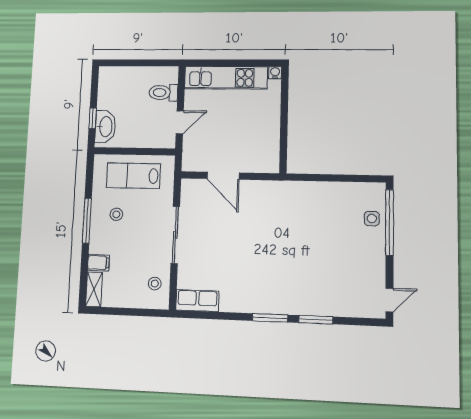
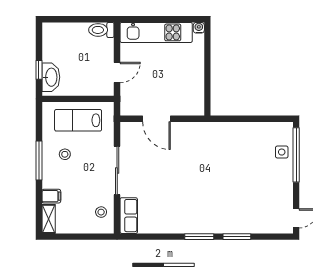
toilet: (163, 93) -> (101, 30), moved
row of seats: (197, 301) -> (129, 216), moved, turned 90

